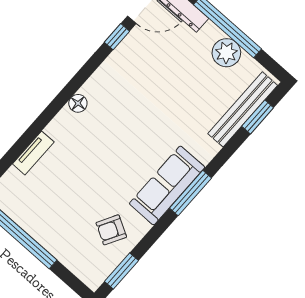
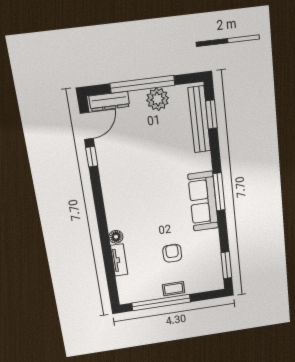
floor lamp: (78, 103) -> (116, 237), moved
armchair: (111, 230) -> (172, 253), moved, turned 151
coffee table: (49, 237) -> (174, 289), added

